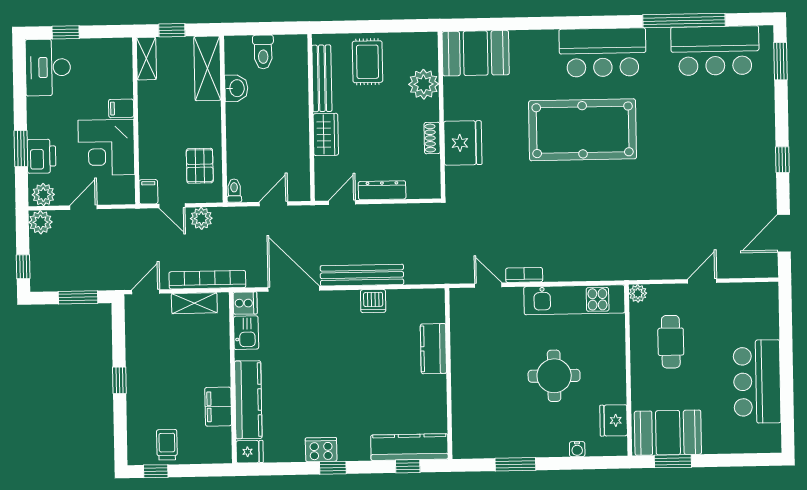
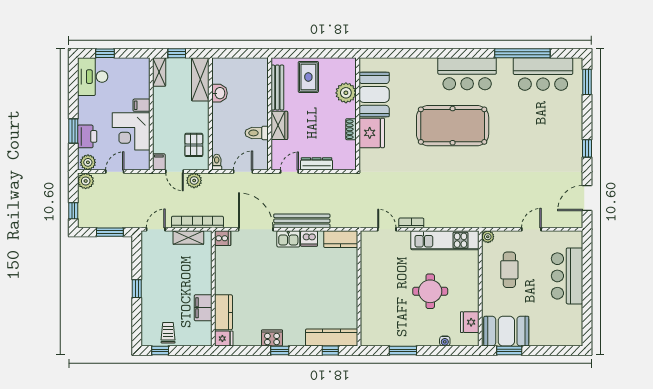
toilet: (263, 52) -> (257, 133), moved, turned 90
booth: (476, 53) -> (374, 94), moved, turned 90
kitchen sink: (246, 333) -> (288, 239), moved, turned 90
kitchen counter: (433, 349) -> (341, 239), moved, turned -90
bar counter: (757, 382) -> (567, 276), moved
kitchen counter: (248, 400) -> (224, 312), width x0.67

